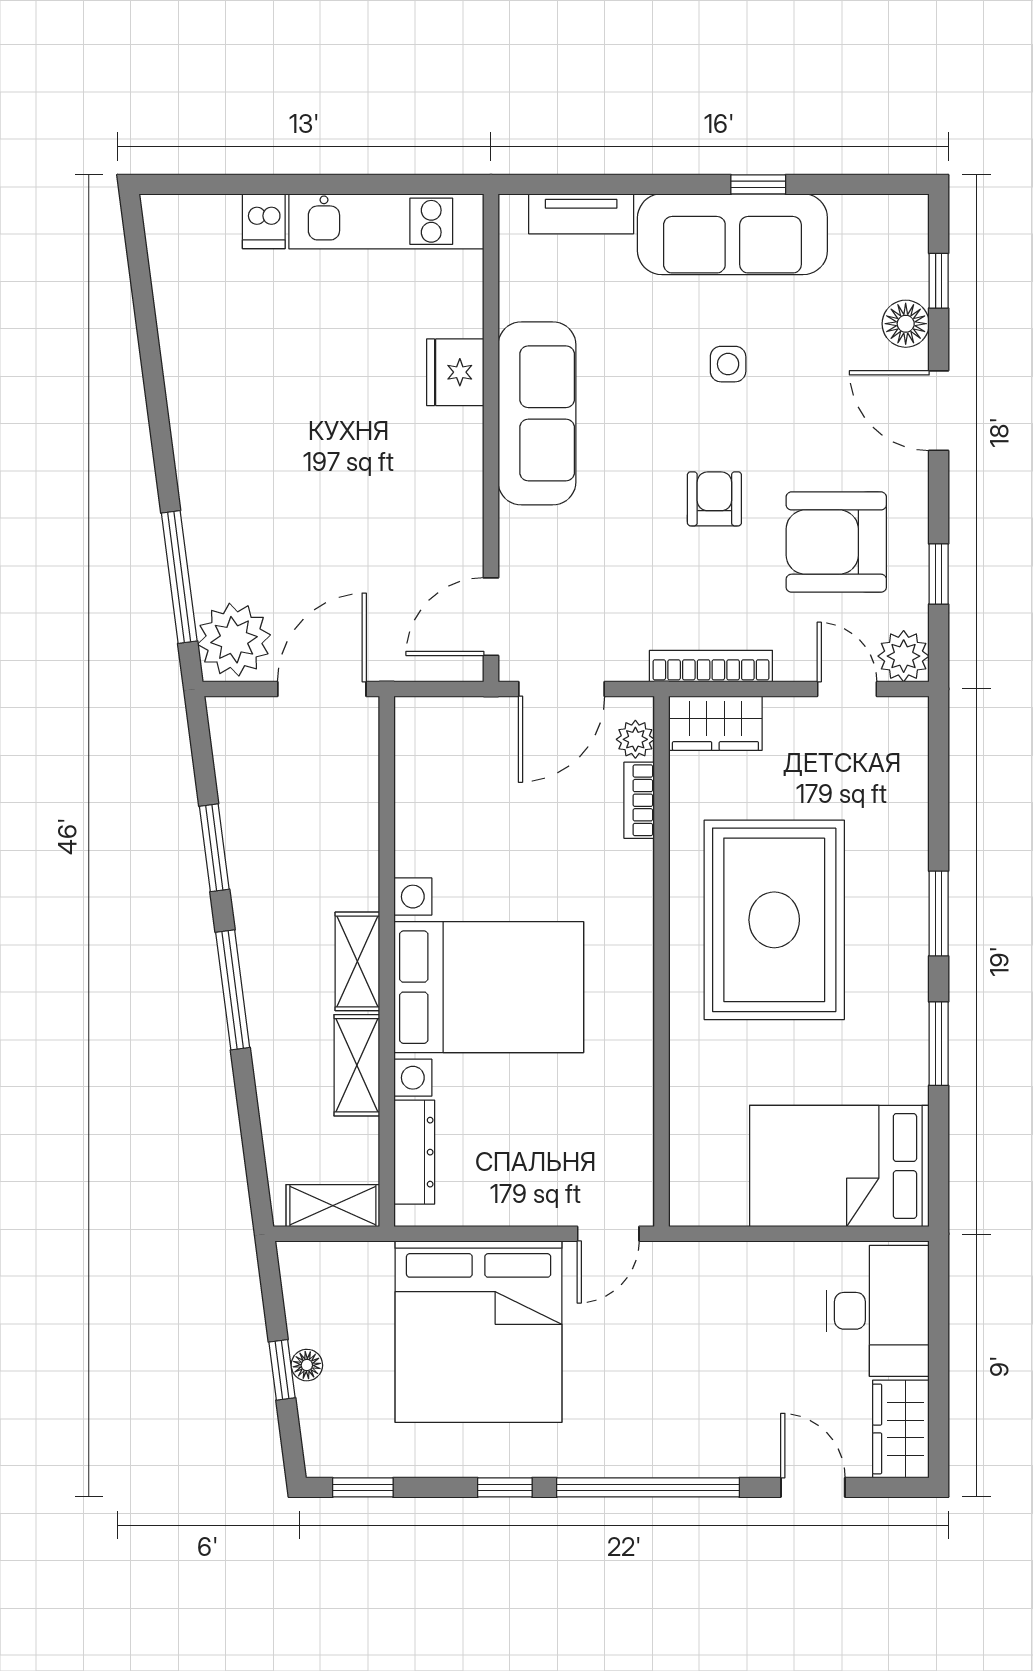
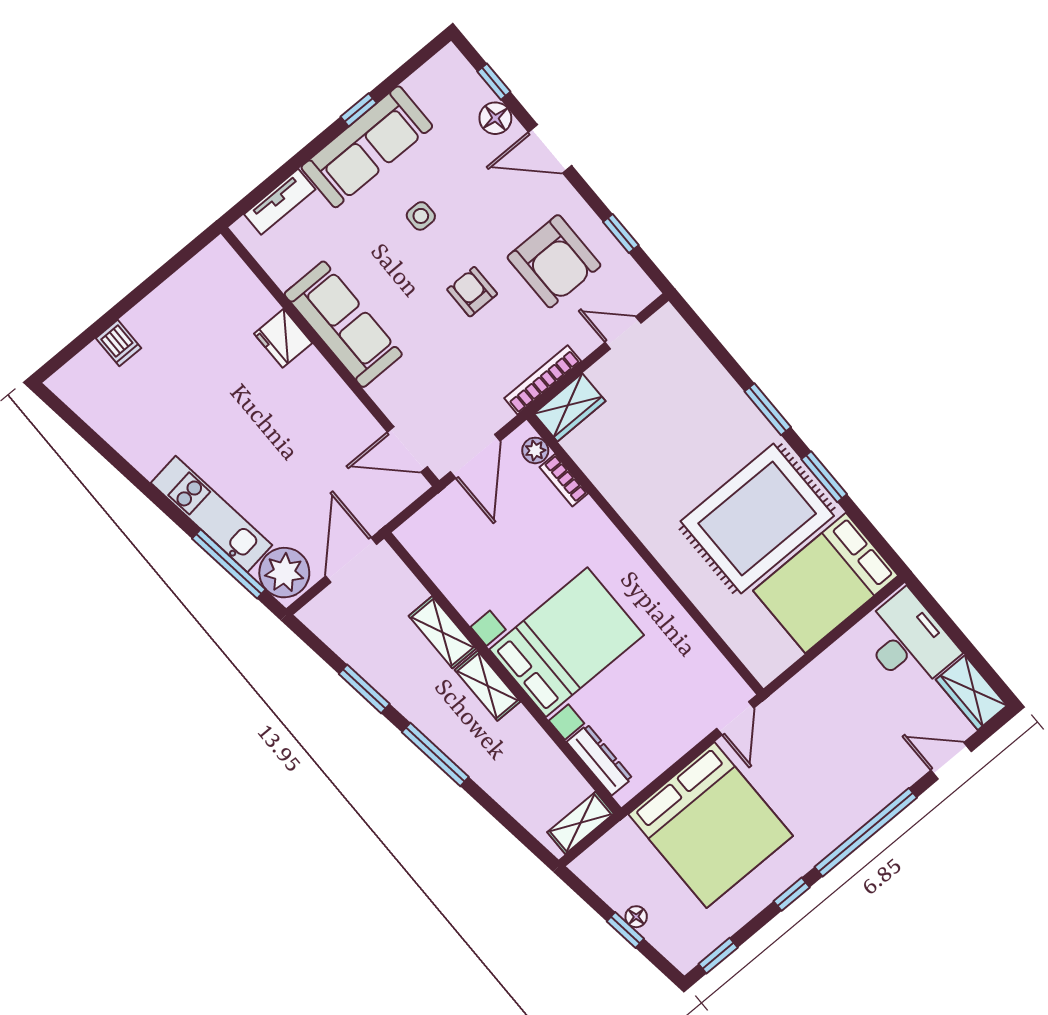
kitchen unit: (386, 221) -> (211, 514), moved, turned -97
armchair: (836, 542) -> (554, 261), turned -90
door: (491, 617) -> (407, 449), hinge flipped
plant: (904, 656) -> (638, 291), removed
rug: (774, 920) -> (757, 519), moved, turned 90
shelving: (357, 1065) -> (442, 632), moved

